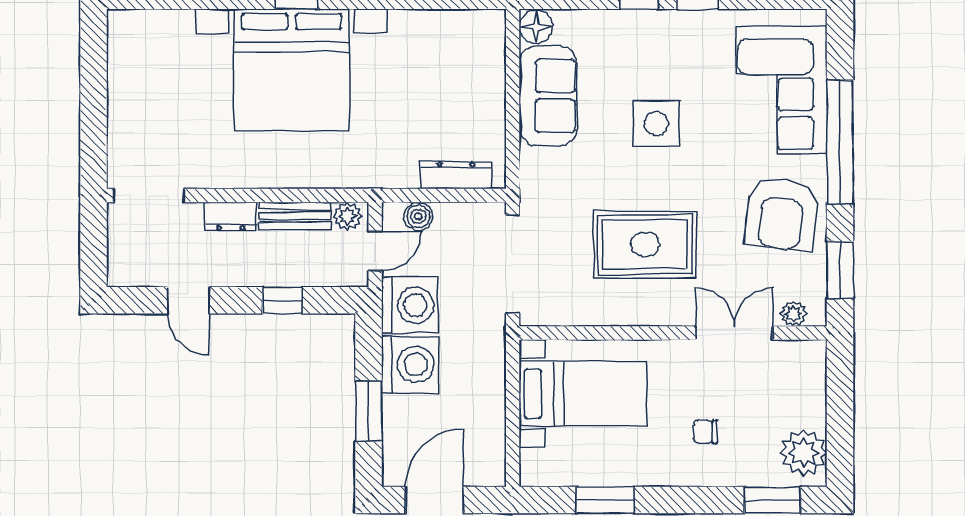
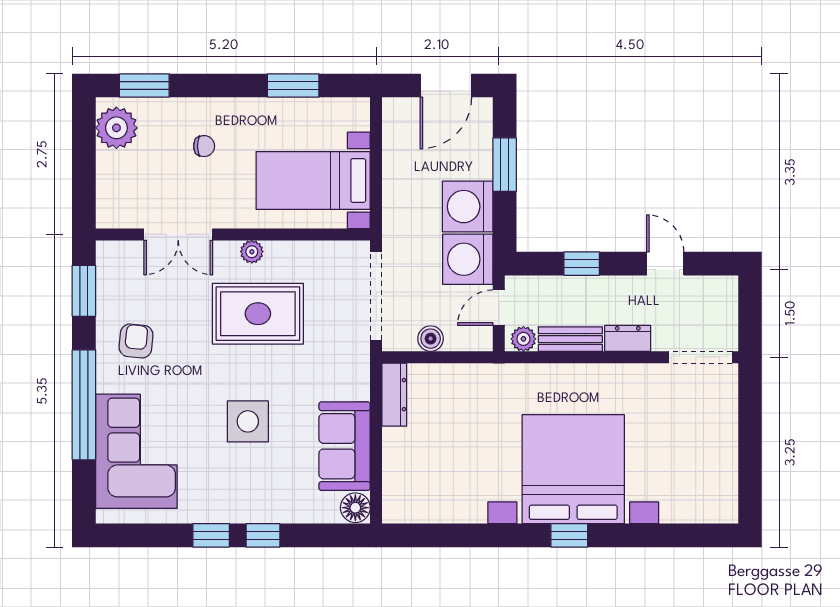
dresser: (456, 175) -> (394, 395), moved, turned -90
armchair: (782, 214) -> (136, 341), width x0.53, depth x0.53
boiler: (418, 216) -> (431, 339), moved
plant: (793, 314) -> (252, 252), moved

